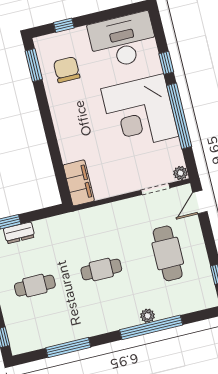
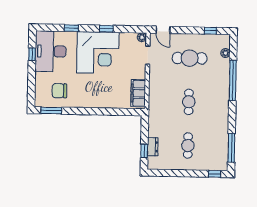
window: (64, 25) -> (32, 54), moved
window: (179, 116) -> (106, 29), width x0.32
filing cabinet: (79, 183) -> (138, 93), moved, turned -90
plant: (148, 316) -> (225, 53), moved
window: (68, 348) -> (231, 148), moved

